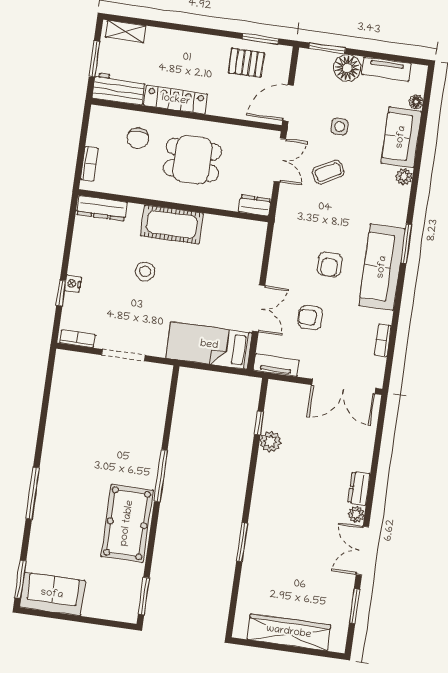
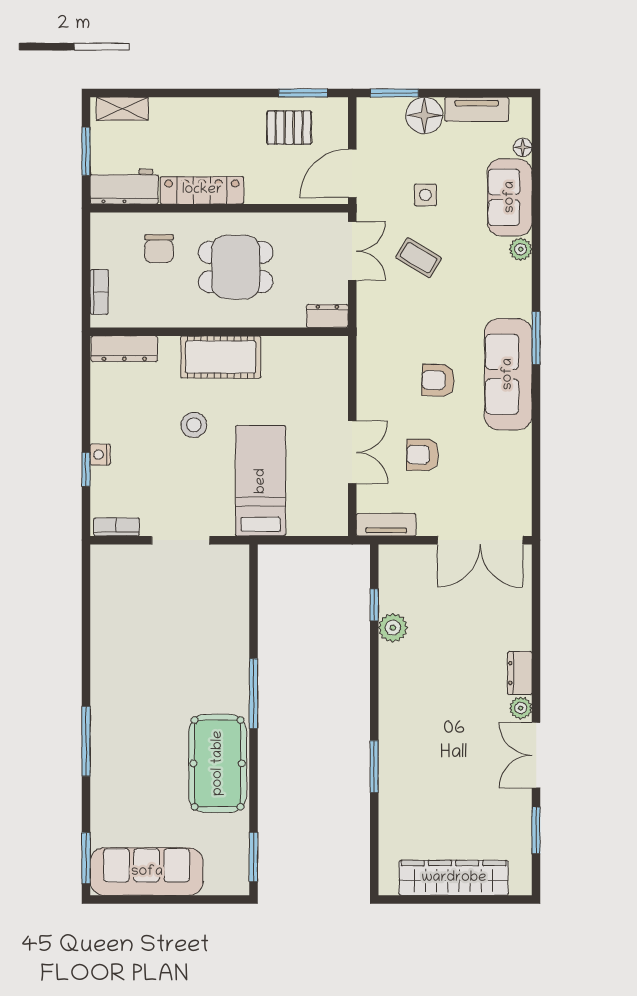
coffee table: (328, 172) -> (419, 258), turned 59
armchair: (330, 264) -> (438, 380), turned 92
bookcase: (383, 340) -> (523, 471), removed
bed: (209, 345) -> (261, 481), moved, turned 90
sofa: (52, 594) -> (147, 872), width x1.36

